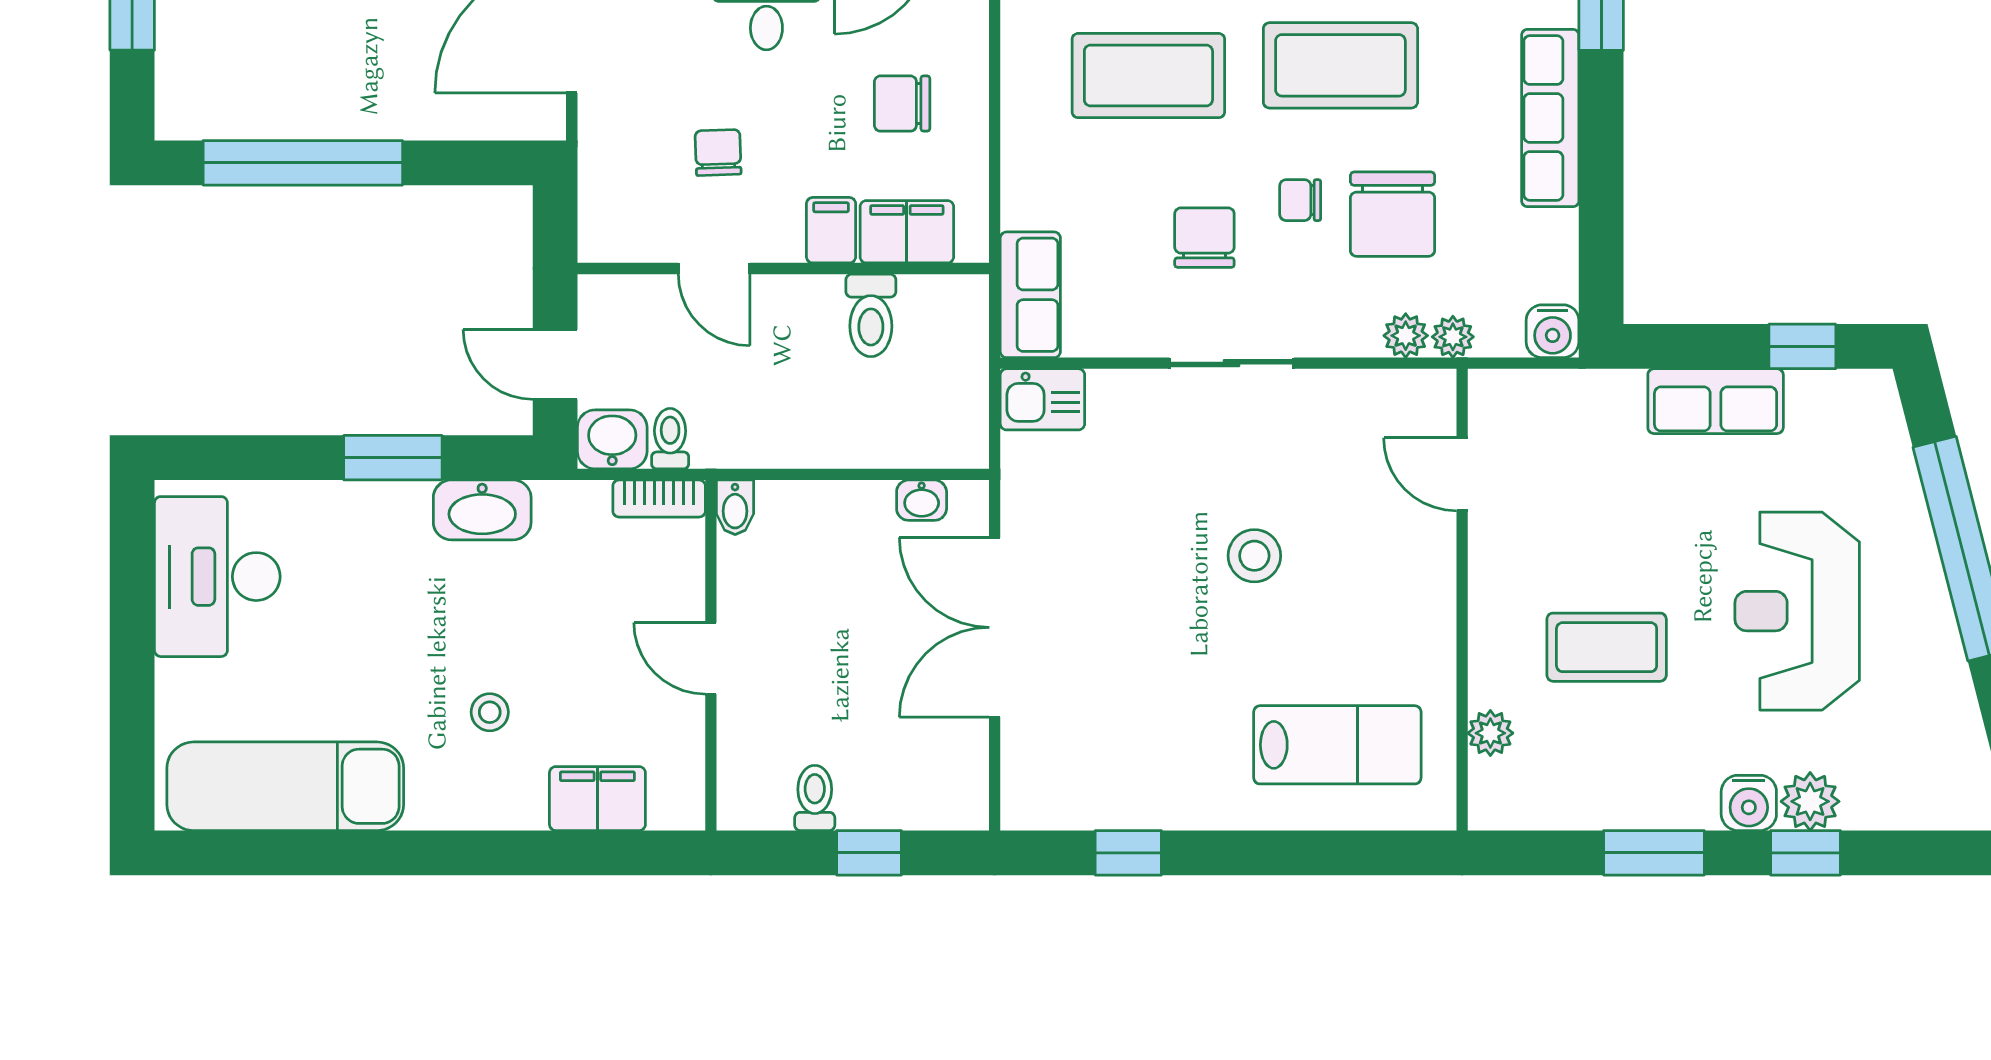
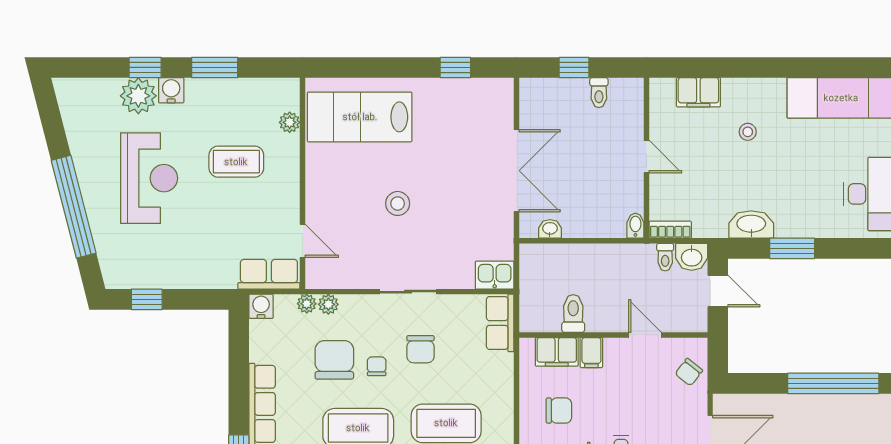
chair: (718, 153) -> (689, 372), moved, turned 40
chair: (1300, 200) -> (377, 366), turned -90
row of seats: (1716, 401) -> (269, 274), moved
lab bench: (1337, 745) -> (360, 117), width x1.36, depth x1.39
plant: (1810, 801) -> (138, 96), width x1.36, depth x1.36

